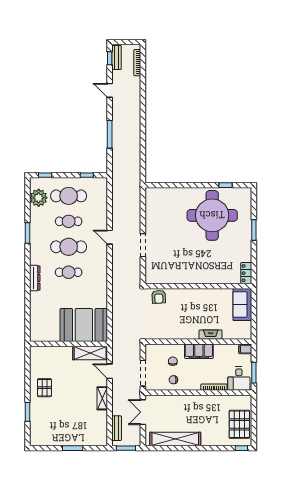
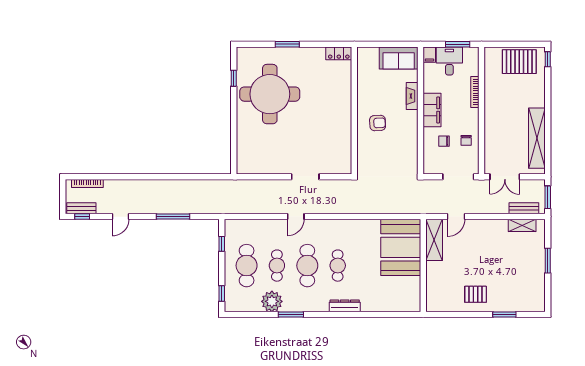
plant: (39, 198) -> (272, 301), moved
armchair: (159, 297) -> (378, 123), moved
sofa: (242, 305) -> (399, 58), moved
desk: (239, 379) -> (449, 61), moved, turned -90
shelving: (102, 398) -> (522, 225), moved

